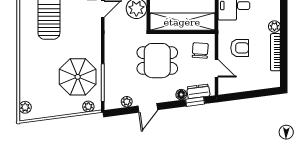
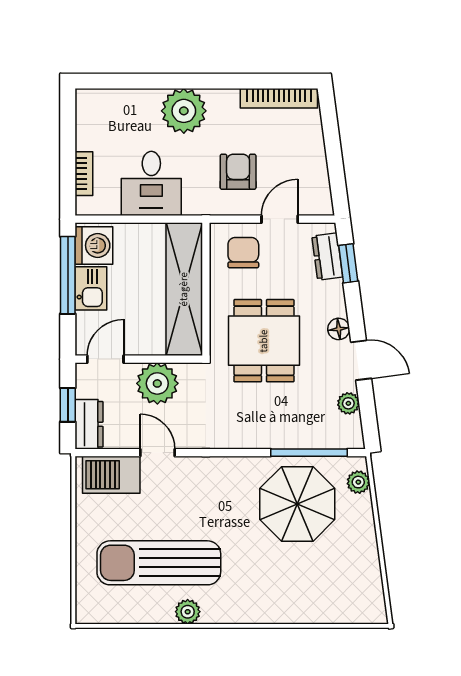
plant: (274, 27) -> (184, 111), width x1.88, depth x1.88
chair: (200, 50) -> (243, 253), turned 86
bookcase: (275, 52) -> (279, 98), moved
floor lamp: (181, 95) -> (339, 329), moved
plant: (25, 107) -> (188, 612), moved

